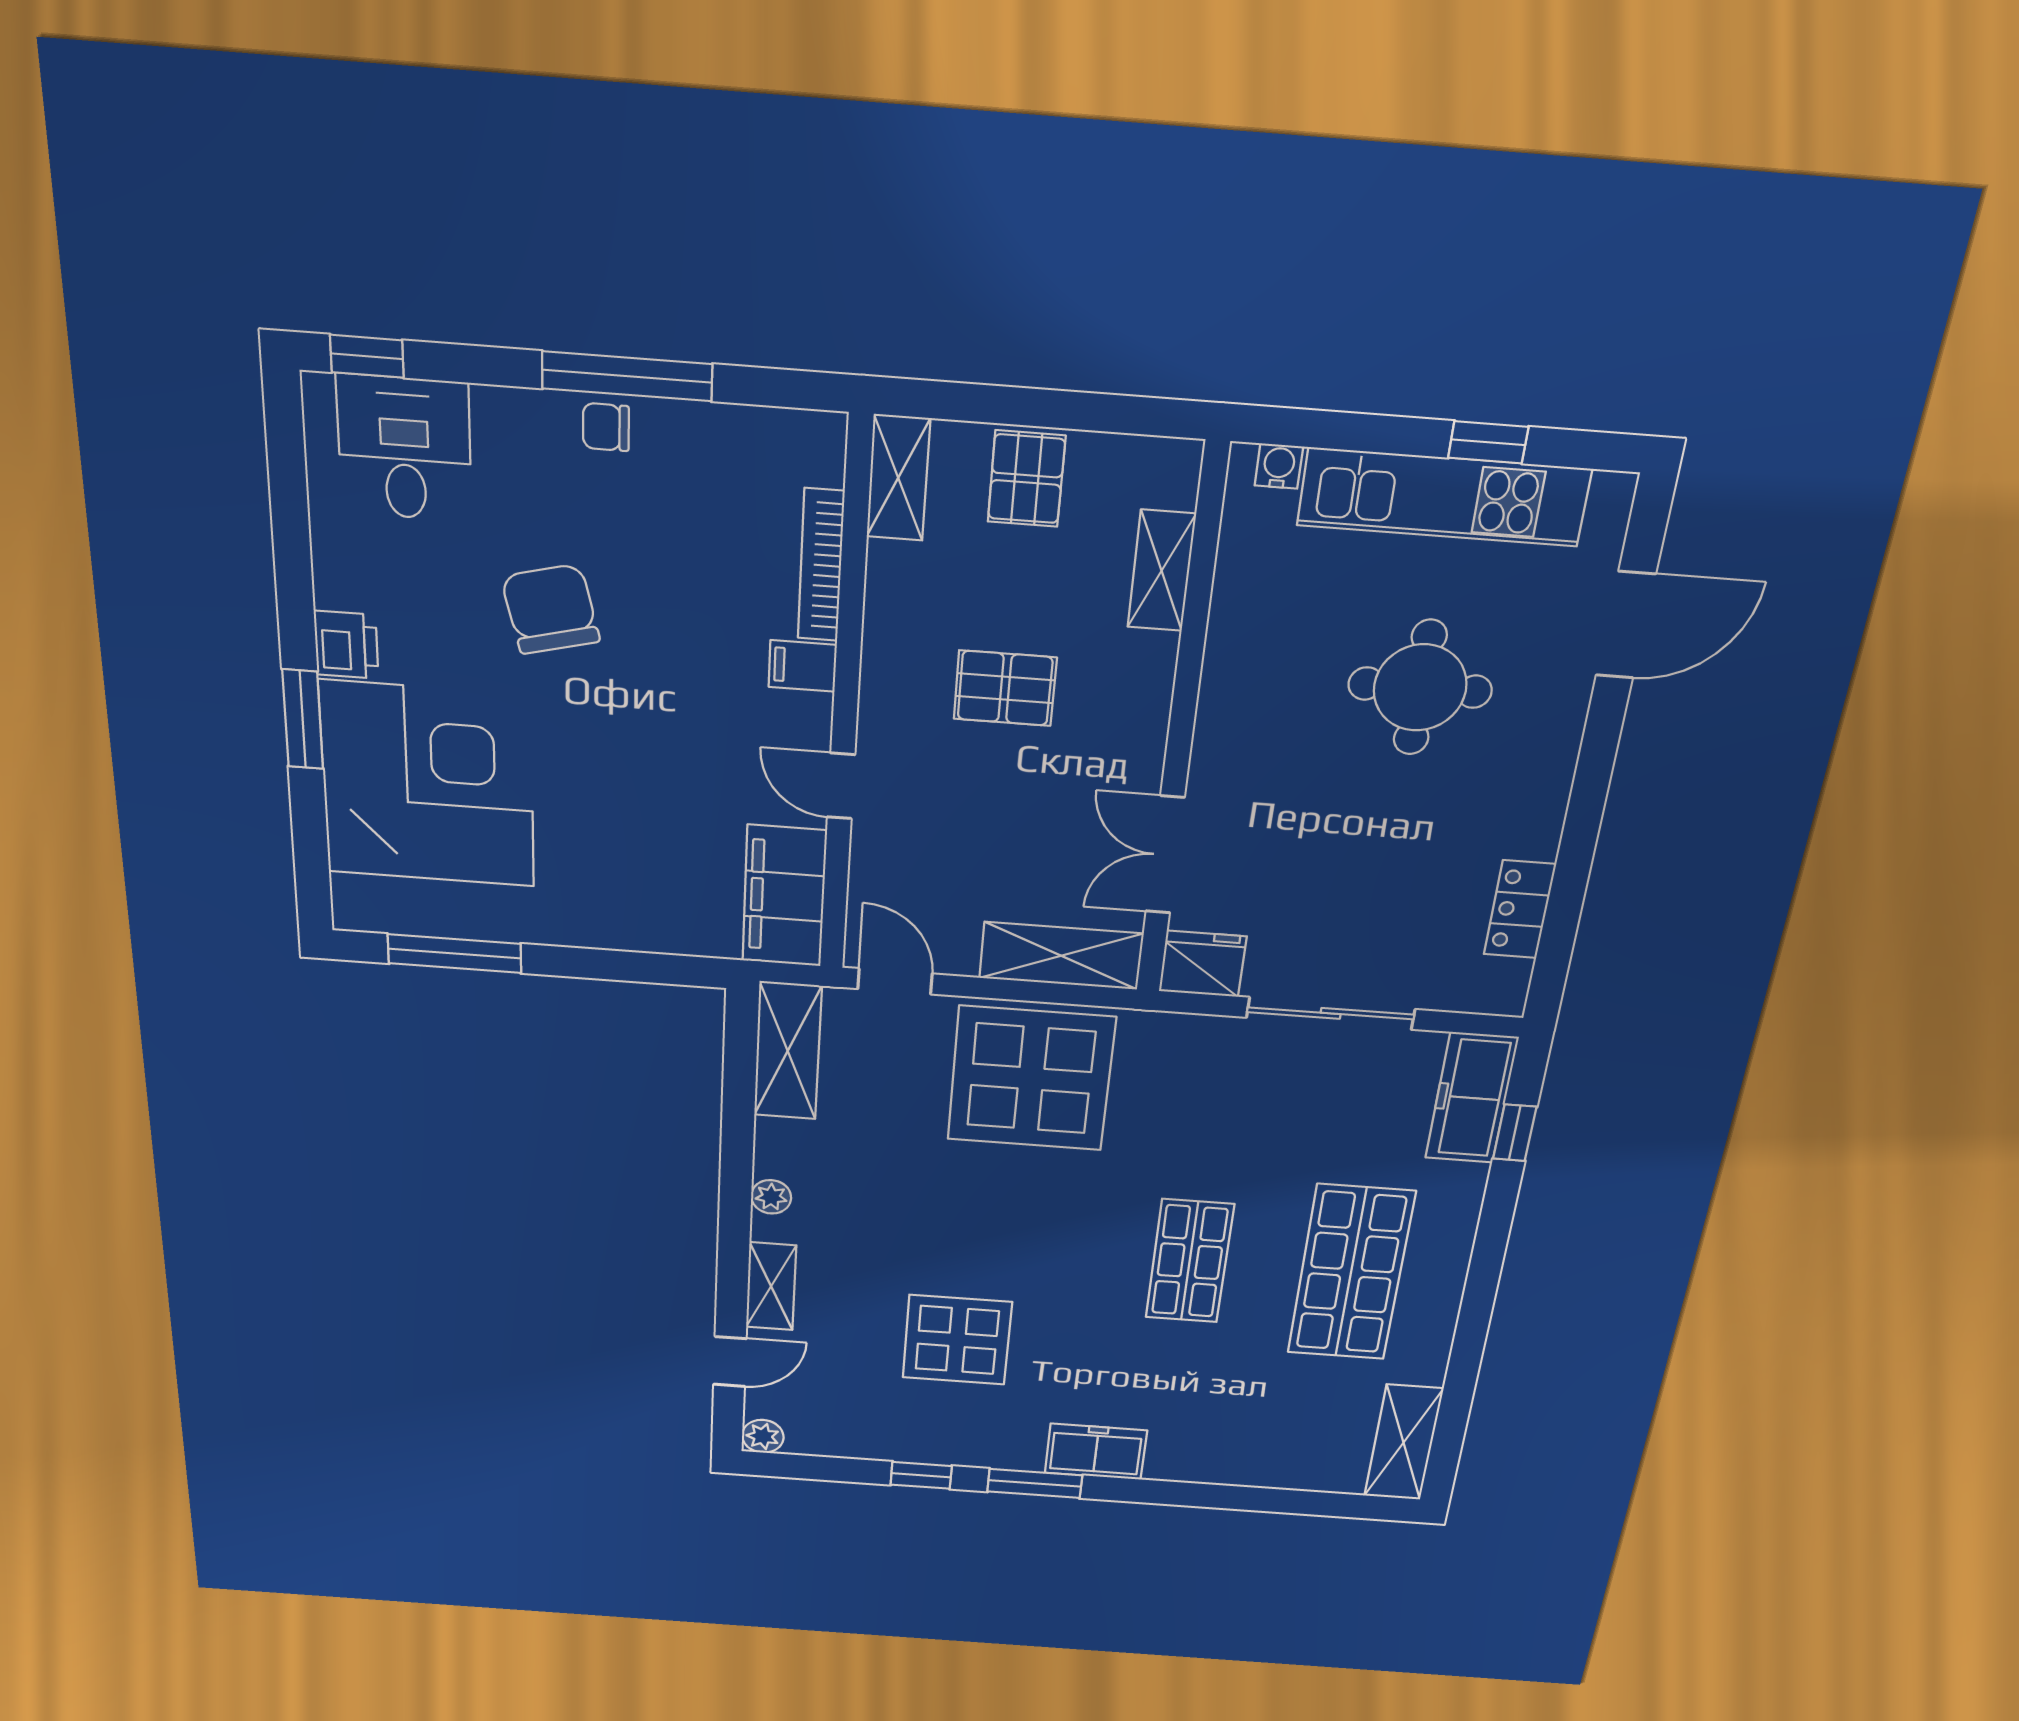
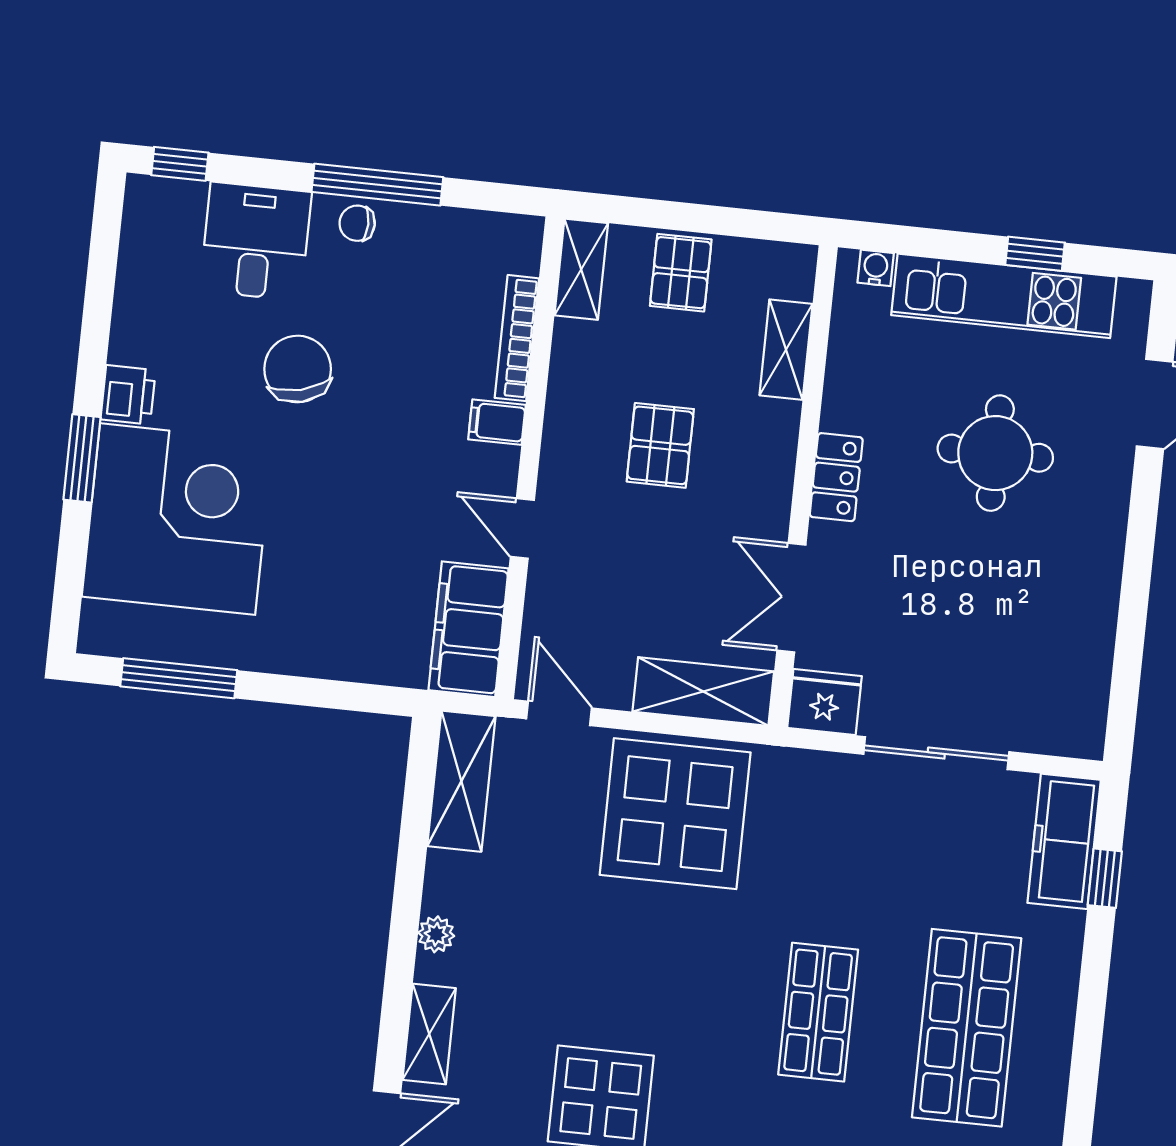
desk: (405, 448) -> (256, 241), moved
pallet: (1005, 688) -> (660, 445), turned 90
locker: (1520, 909) -> (836, 477), moved, turned 180

